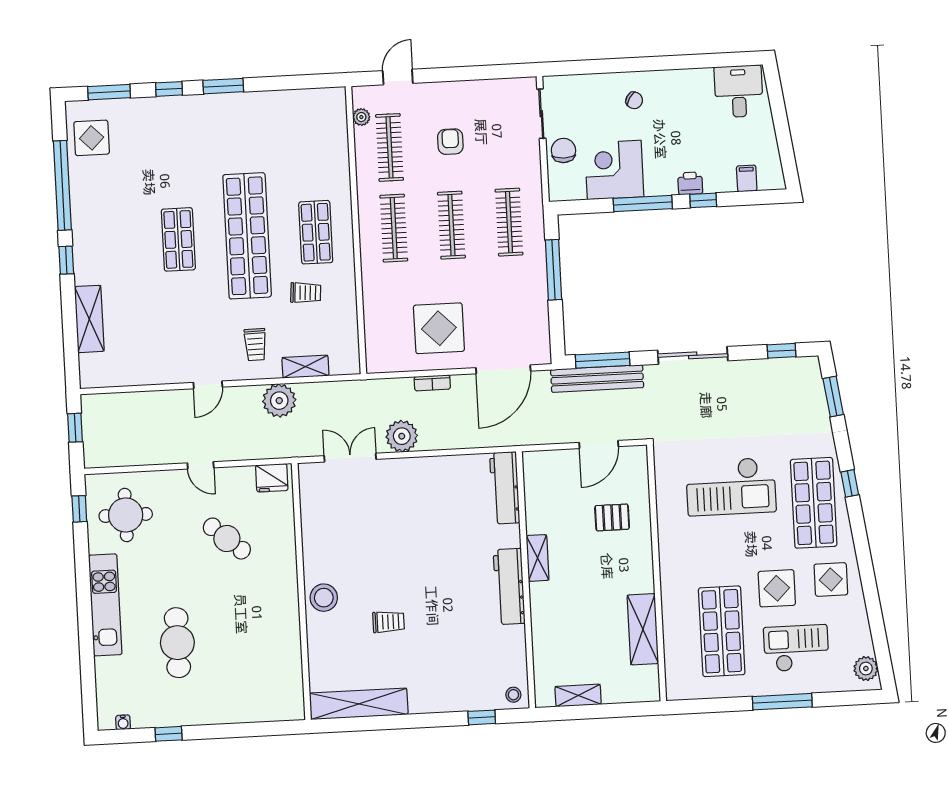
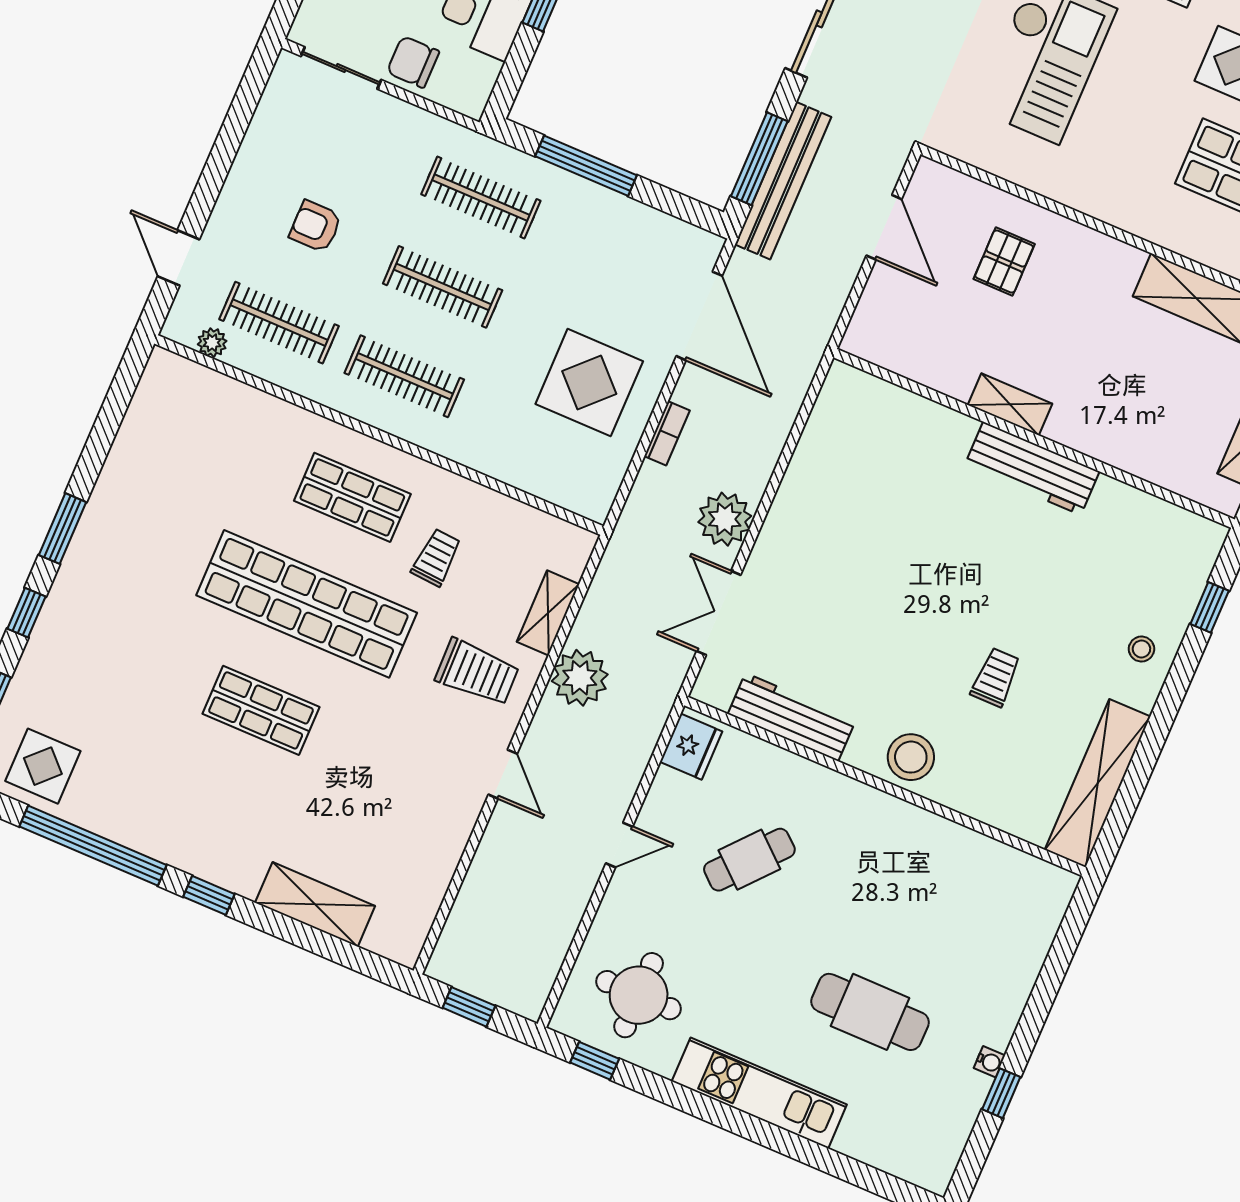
trolley: (255, 345) -> (477, 672), width x1.36, depth x1.39
workbench: (505, 488) -> (792, 717), moved, turned 180
stool: (513, 695) -> (1141, 649), moved
water cooler: (123, 722) -> (989, 1062), moved

